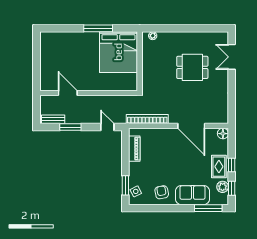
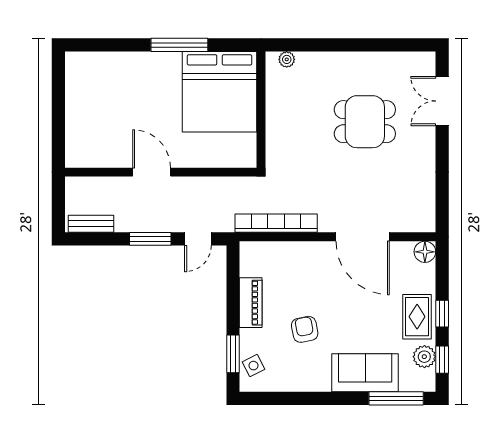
door: (68, 93) -> (152, 172), moved
window: (70, 127) -> (150, 239), moved
door: (107, 127) -> (198, 239), swing flipped
piano: (134, 149) -> (251, 303), moved
armchair: (162, 192) -> (305, 329), moved

